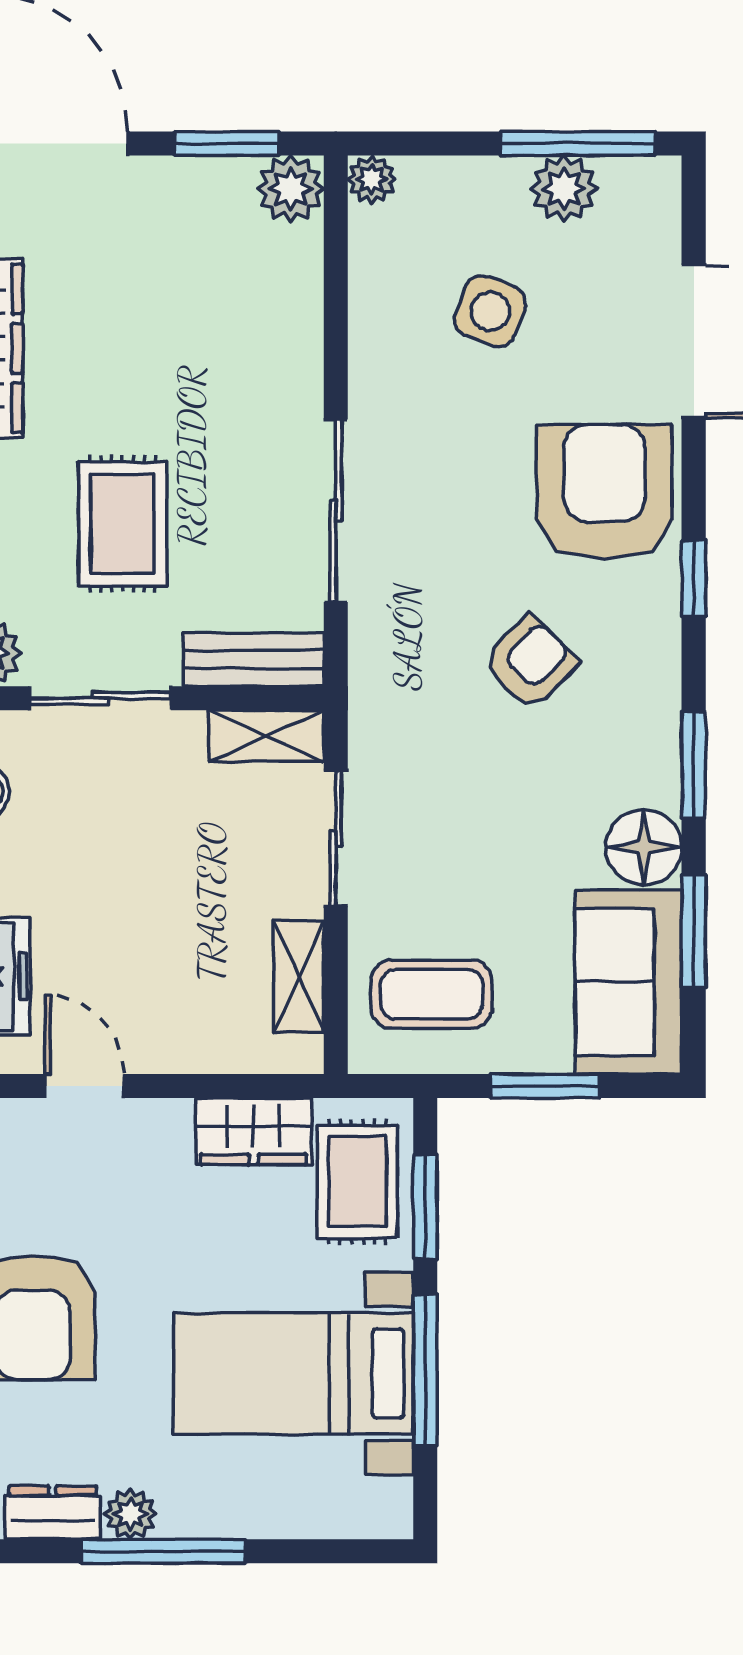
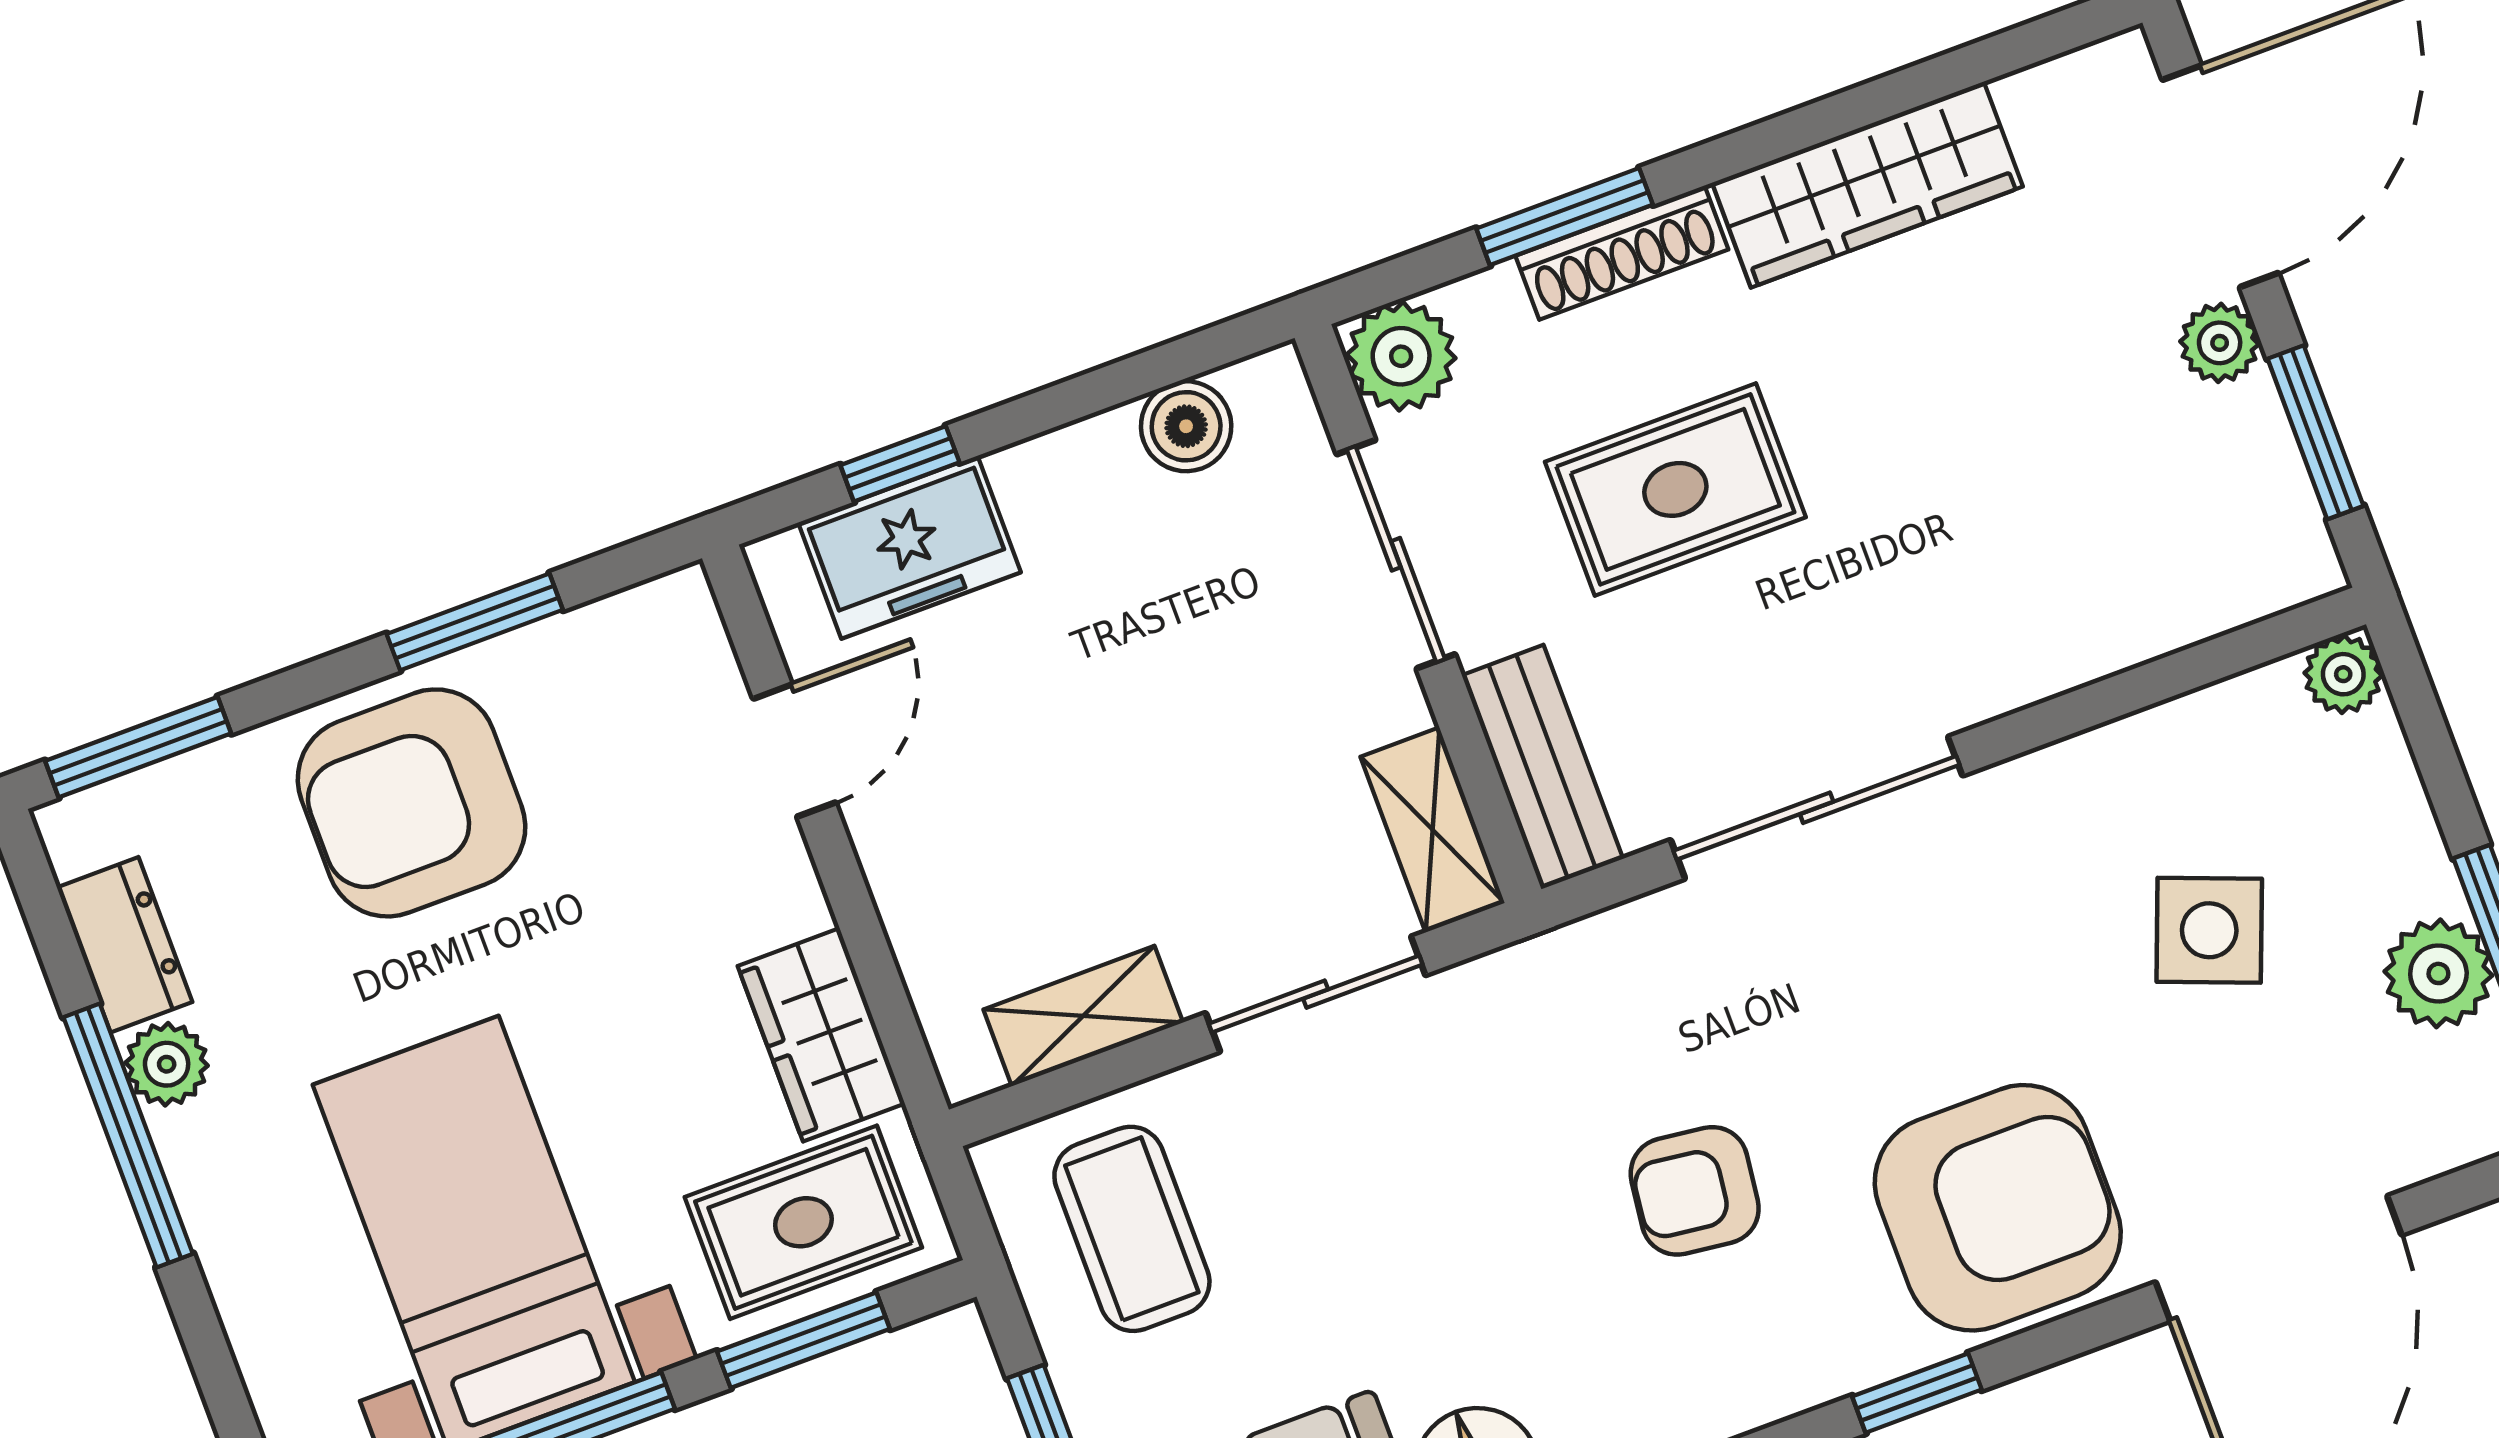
plant: (291, 189) -> (2220, 343), moved, width x0.73, depth x0.73
armchair: (530, 663) -> (1695, 1191), turned 143

